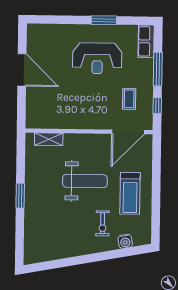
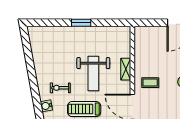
coffee table: (129, 99) -> (150, 83), moved
shelving: (49, 139) -> (126, 69), moved

